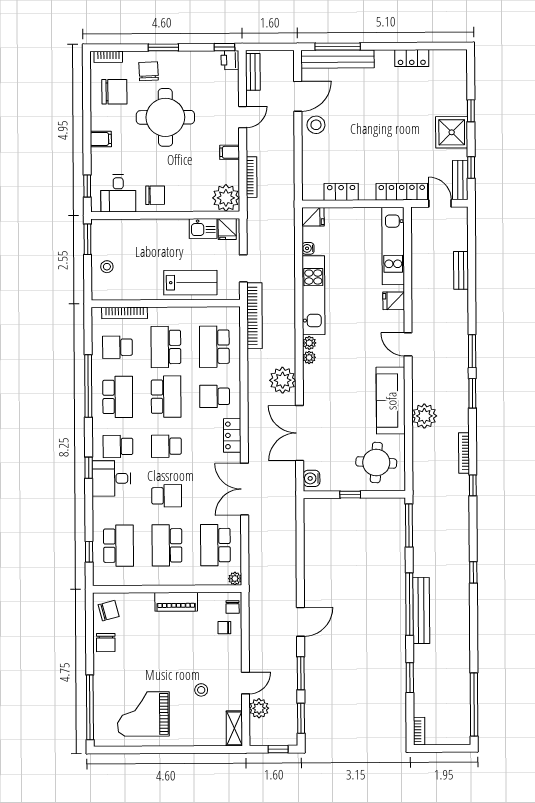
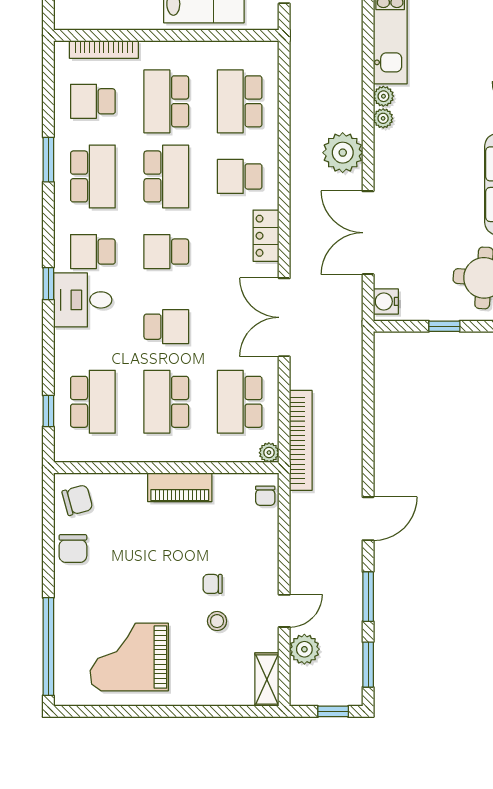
bookcase: (255, 316) -> (301, 440), moved
window: (88, 386) -> (48, 160), width x0.47
chair: (224, 628) -> (213, 584), moved

